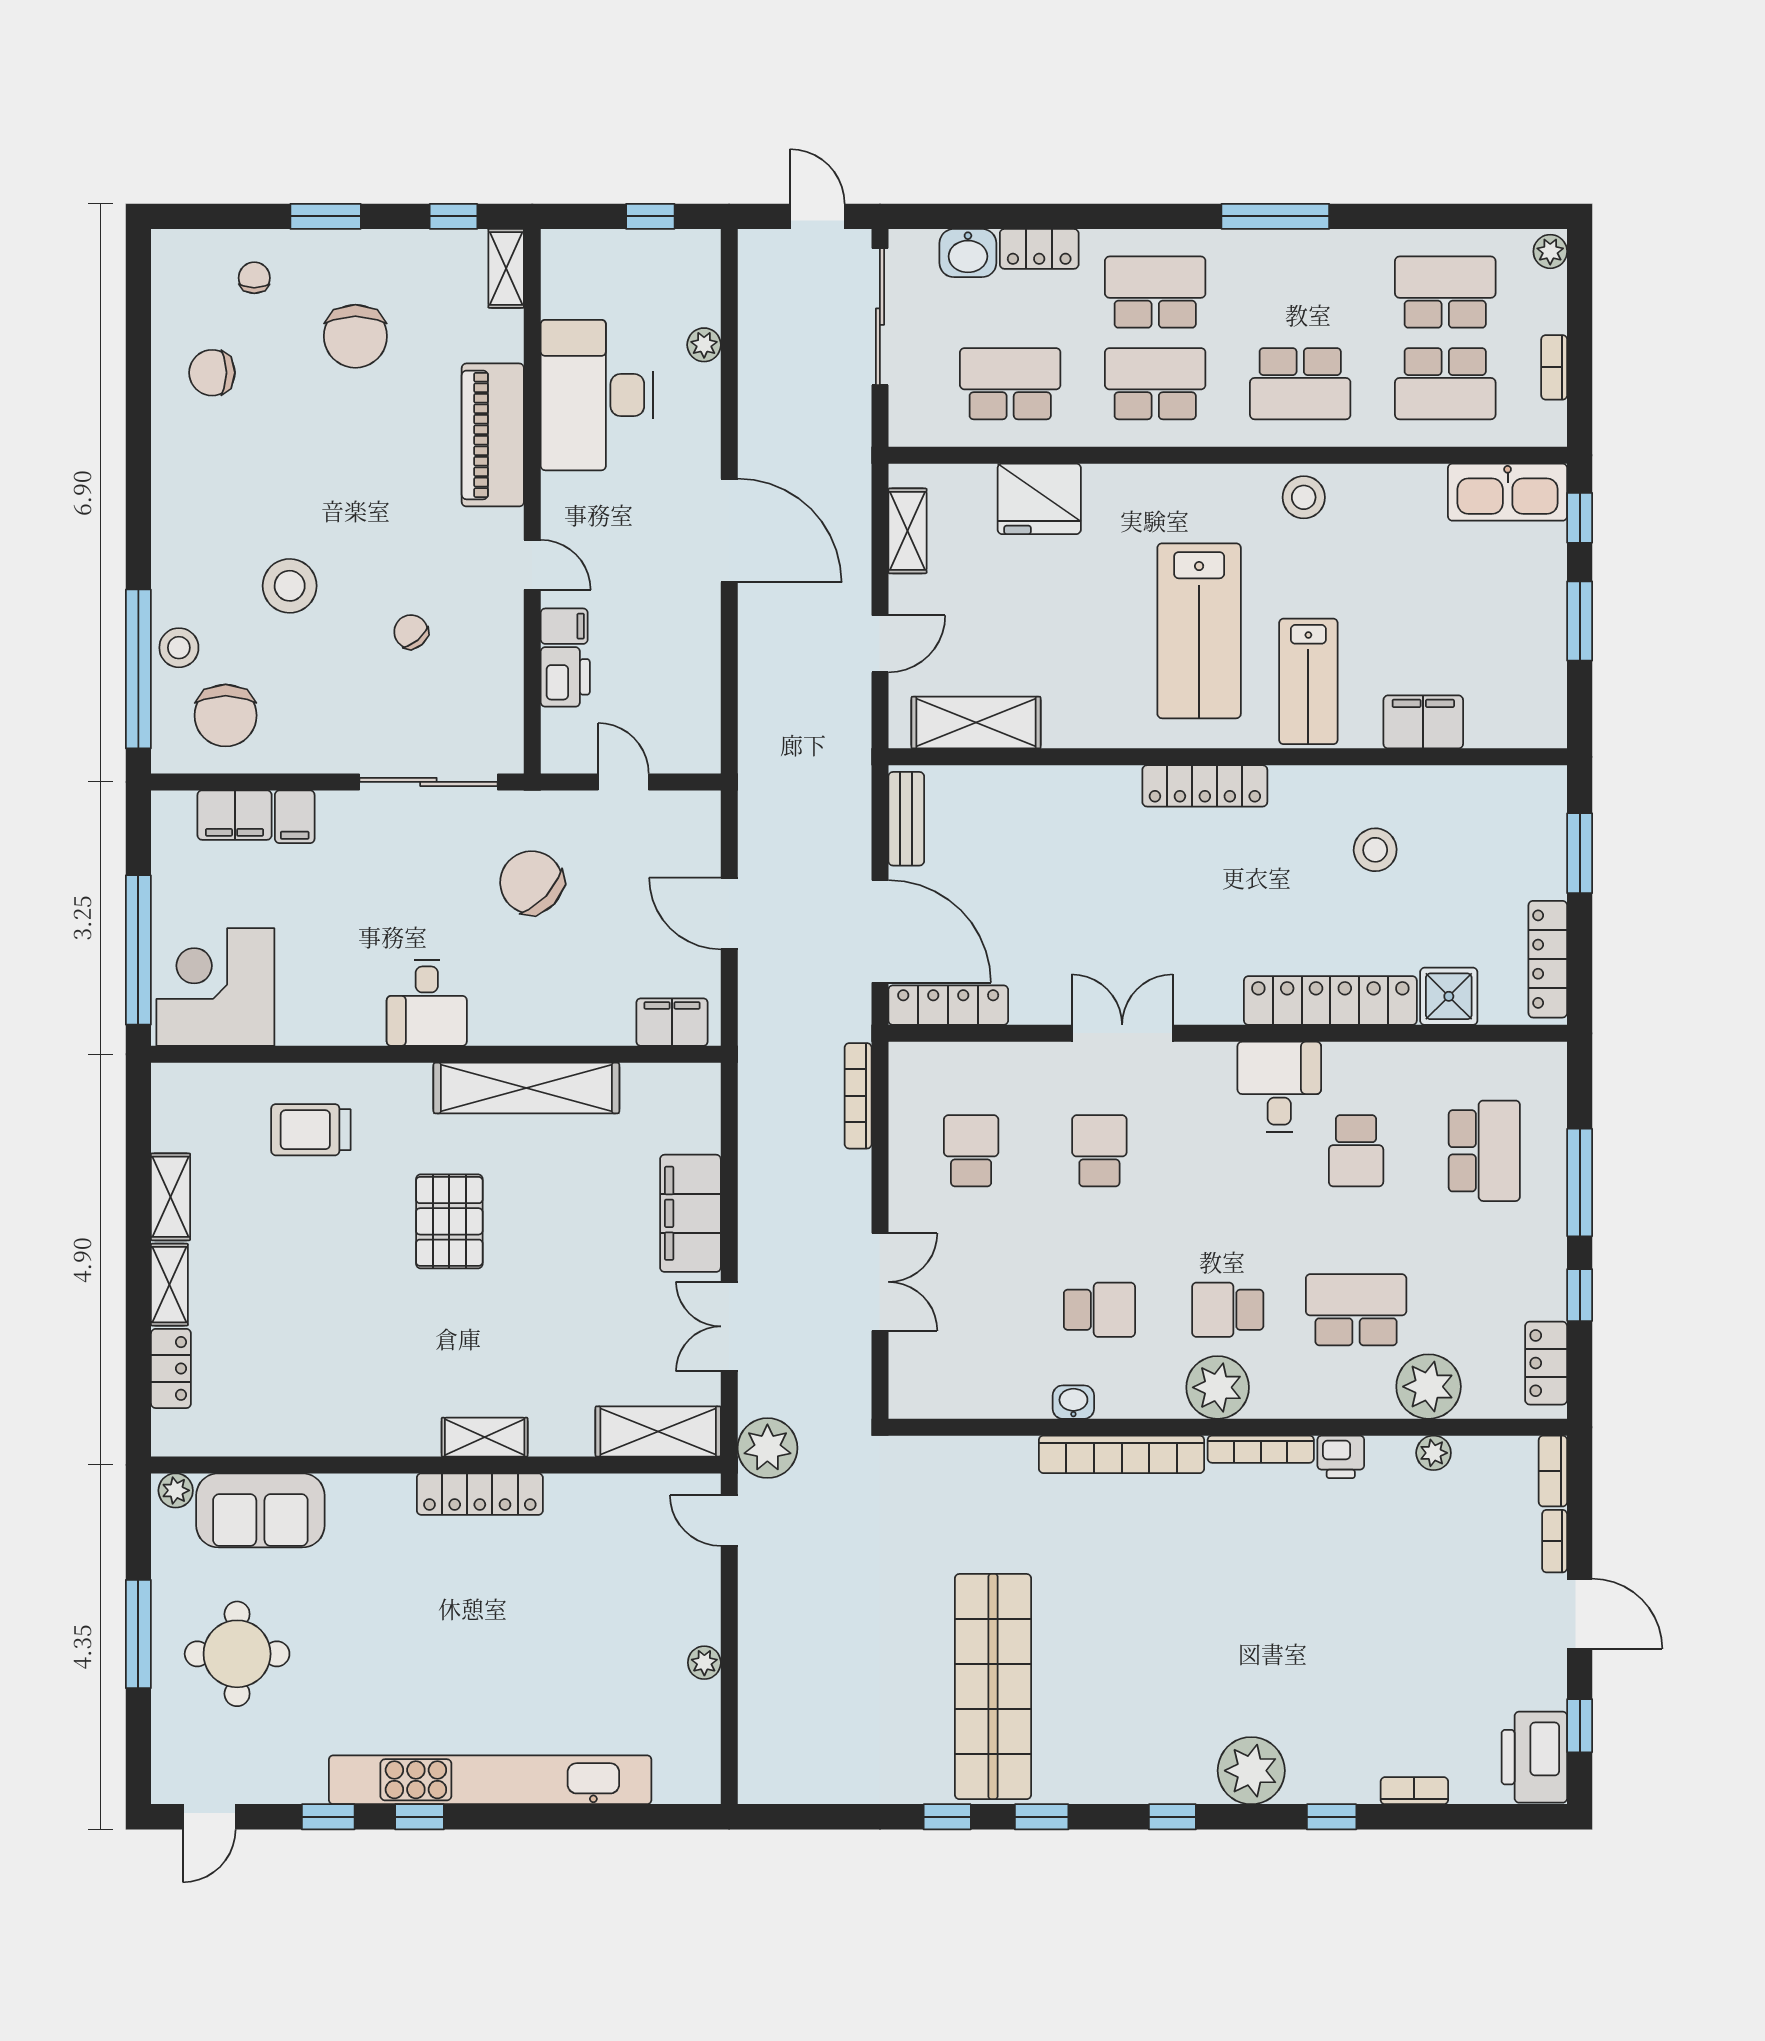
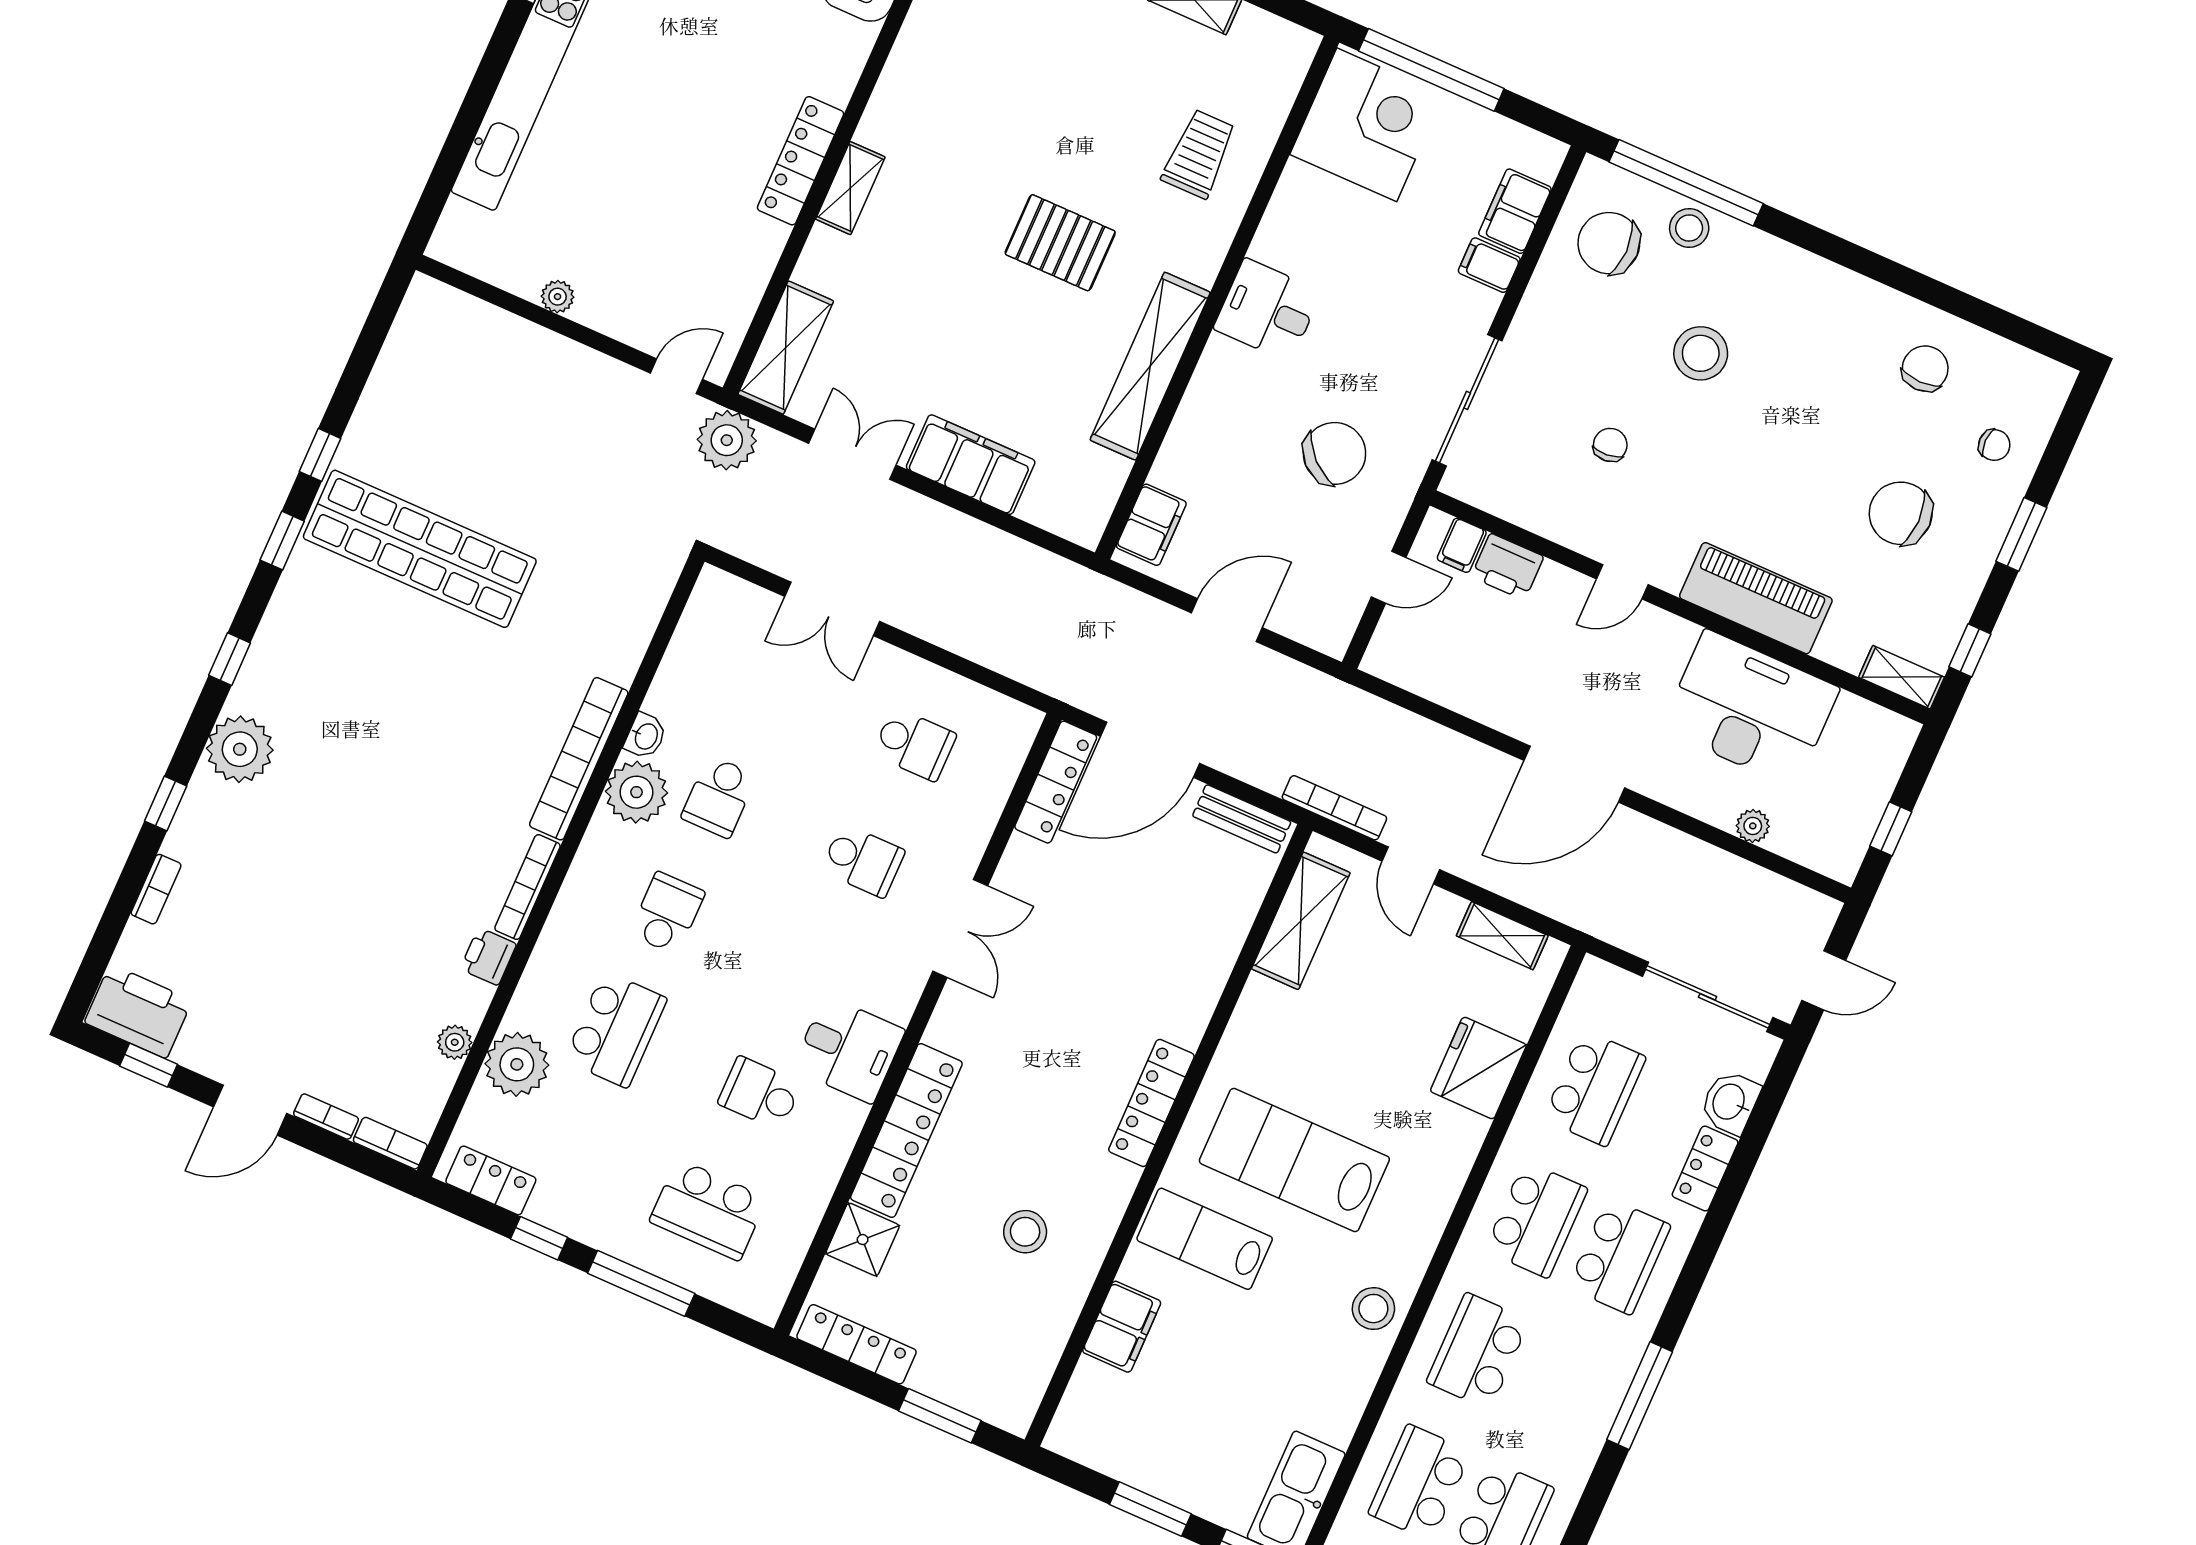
filing cabinet: (564, 626) -> (1462, 545), moved
chair: (411, 632) -> (1610, 445), turned -55
bookcase: (858, 1096) -> (1334, 808), moved
plant: (1218, 1387) -> (636, 792), moved

